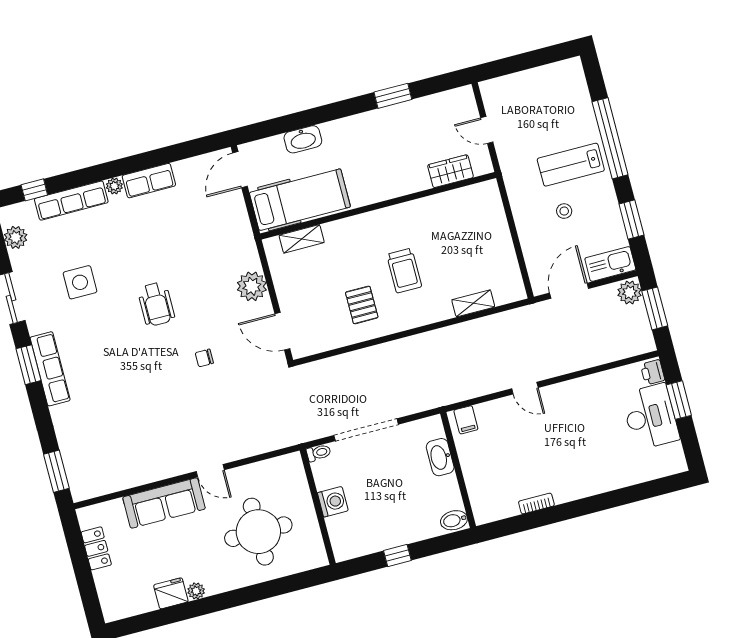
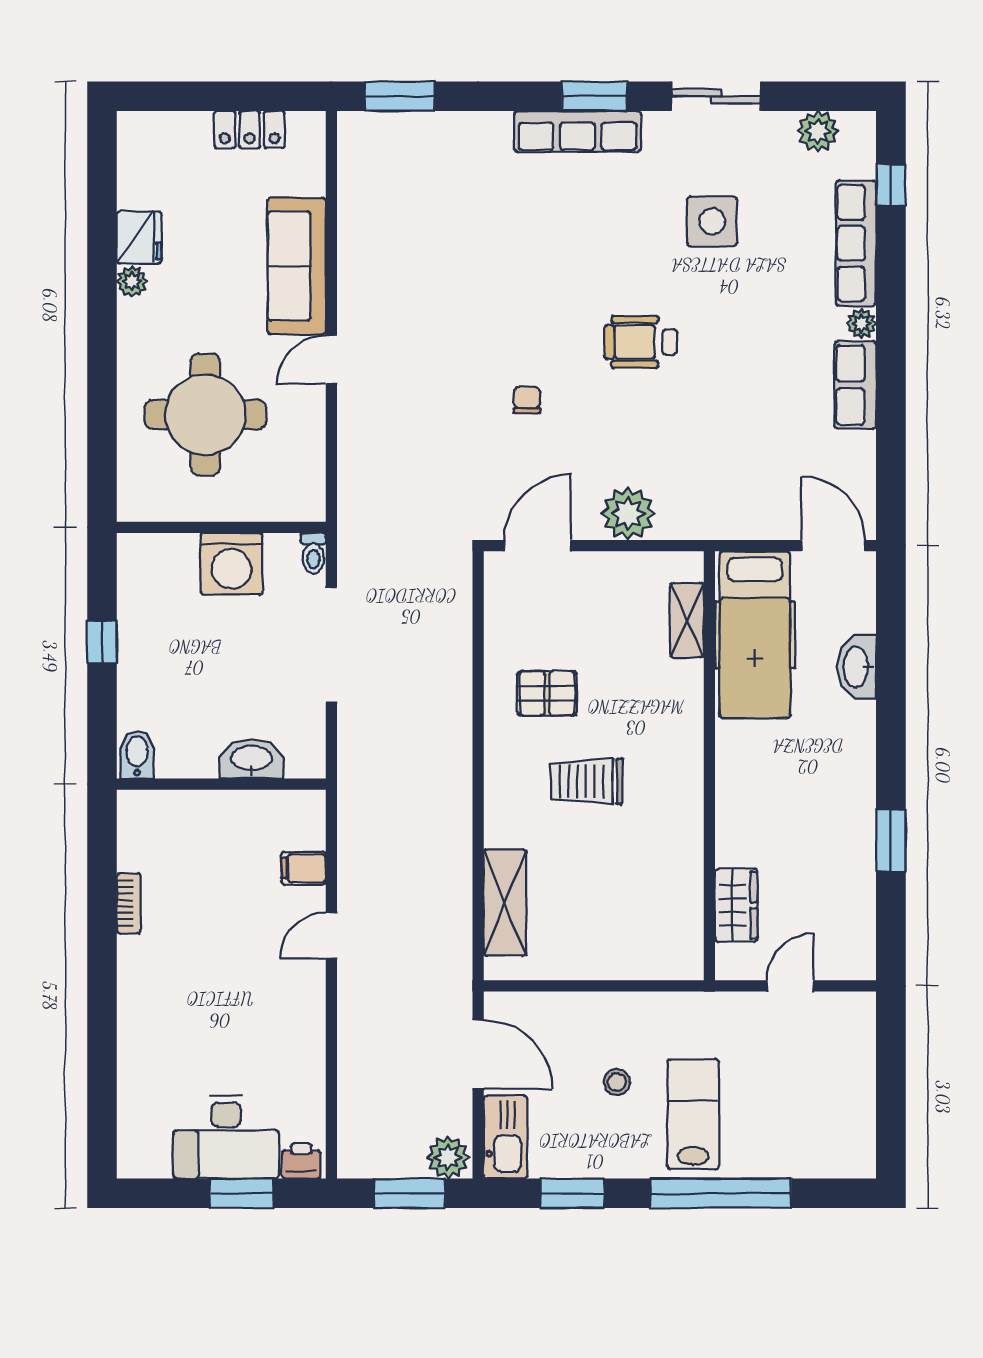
shelving: (473, 303) -> (505, 903), width x1.50, depth x1.33
filing cabinet: (466, 420) -> (304, 868), moved
washing machine: (333, 502) -> (232, 564), width x1.37, depth x1.37

